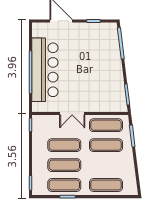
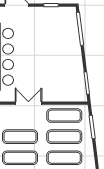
double door: (72, 114) -> (28, 103), swing flipped
exercise mat: (106, 165) -> (64, 158), added

